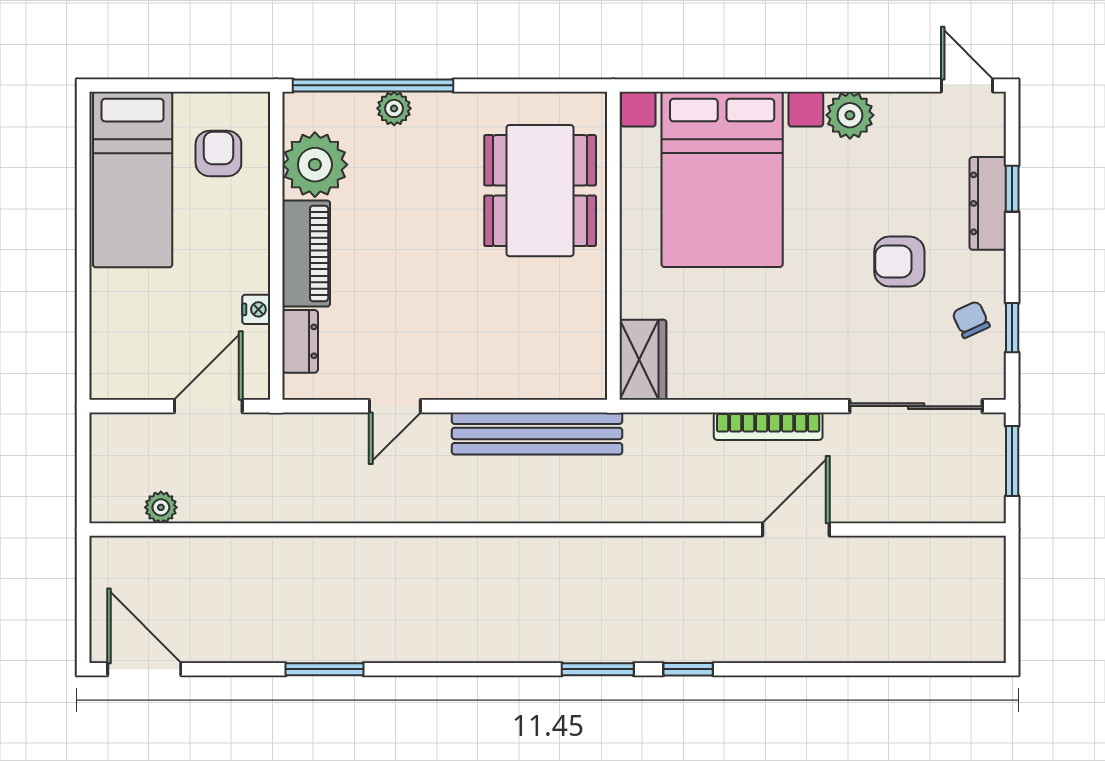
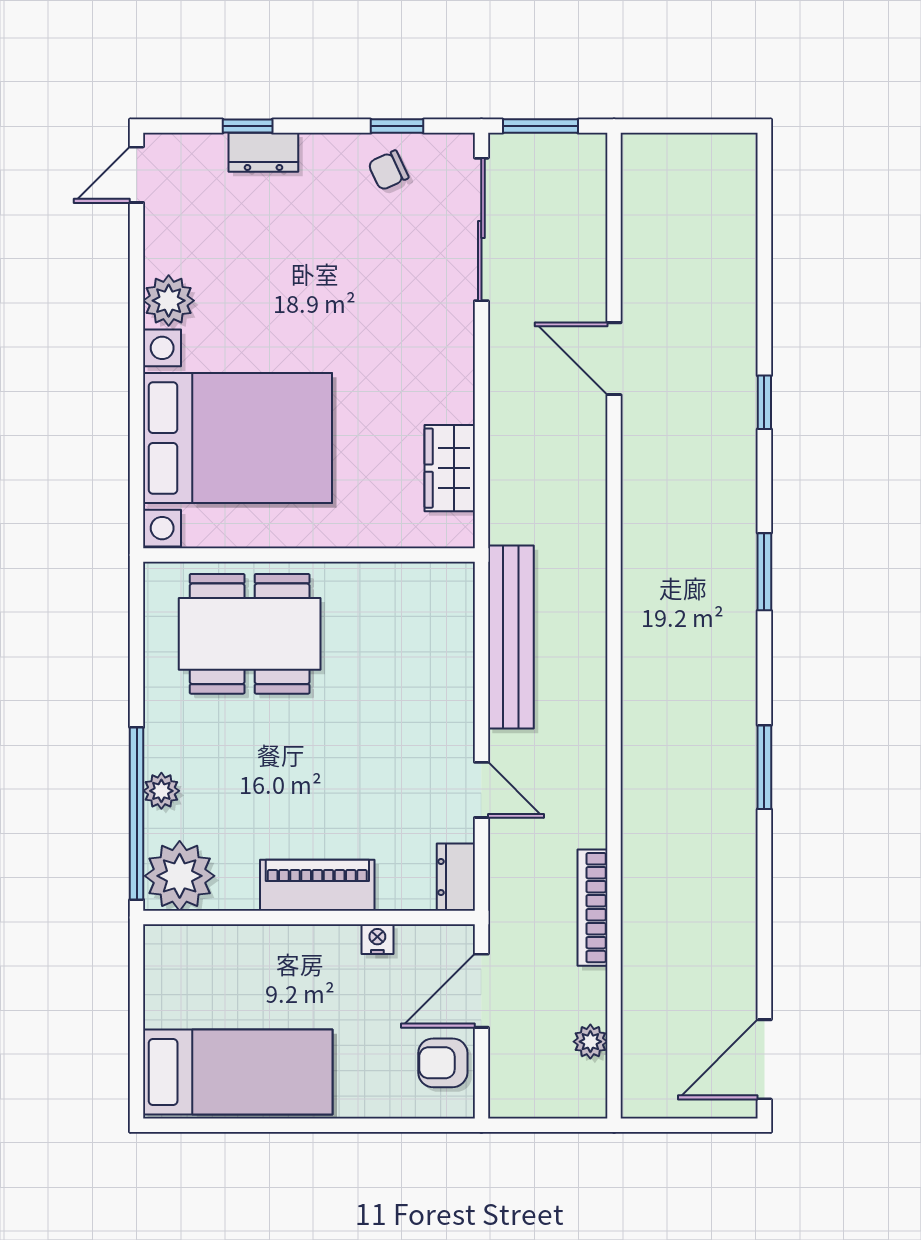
armchair: (218, 154) -> (443, 1063), moved
plant: (315, 165) -> (180, 876), moved
dresser: (988, 203) -> (263, 152), width x0.70
armchair: (899, 262) -> (326, 247), removed
dresser: (300, 341) -> (456, 877), moved, turned -90
wardrobe: (643, 360) -> (450, 468), moved, turned -90
door: (208, 406) -> (481, 991), hinge flipped
bookcase: (768, 426) -> (593, 908), moved, turned 180
window: (324, 669) -> (764, 767), moved
window: (688, 669) -> (764, 402), moved

